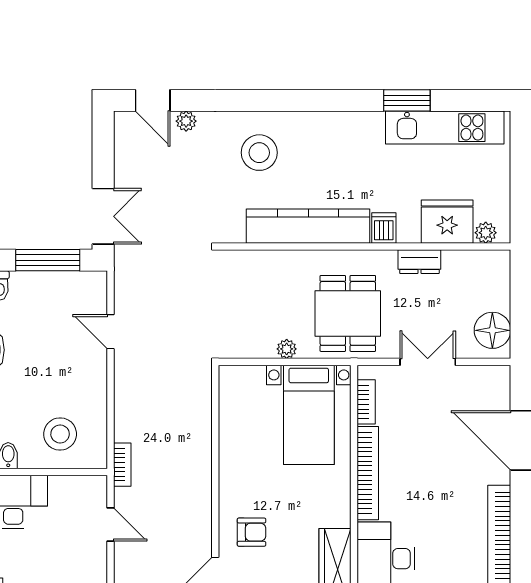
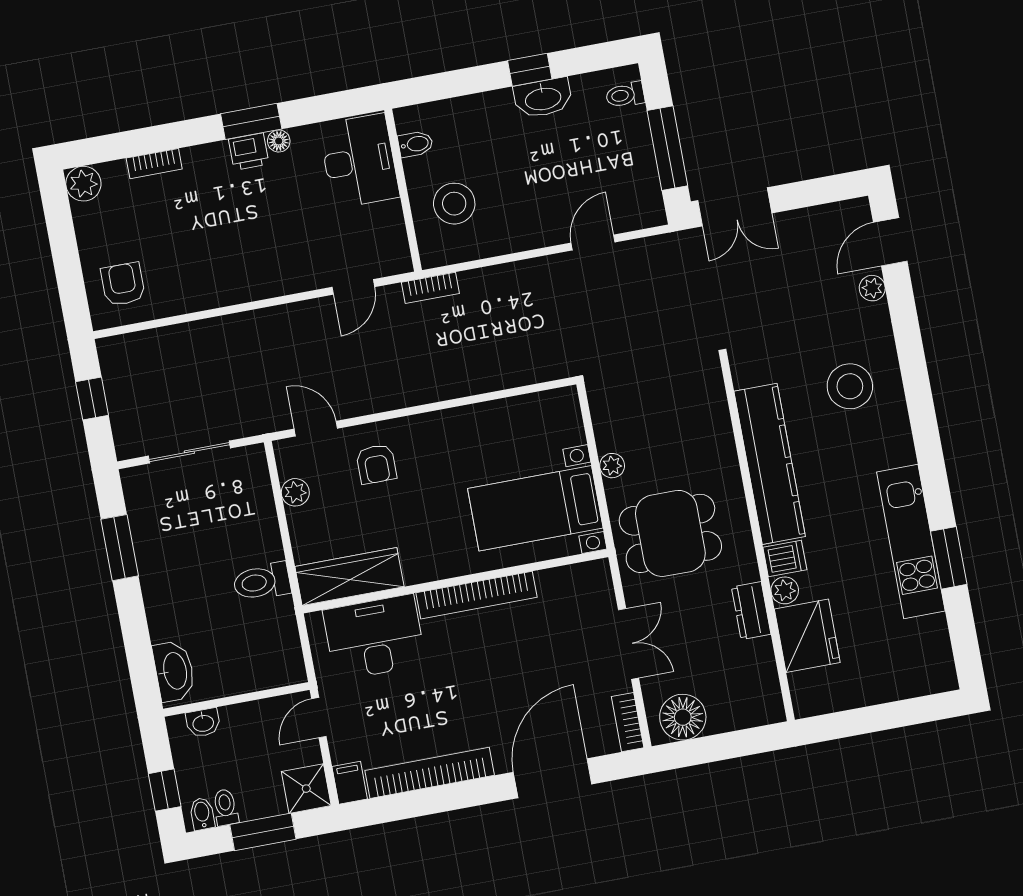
kitchen unit: (445, 128) -> (911, 542), moved
plant: (486, 233) -> (785, 590), moved
bookcase: (366, 402) -> (628, 722), moved, turned 90

